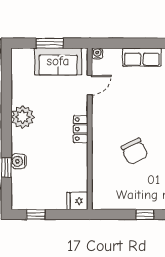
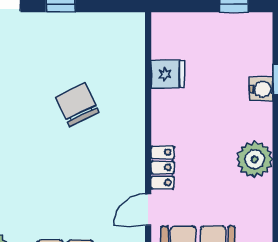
locker: (81, 129) -> (163, 167), moved
fridge: (77, 201) -> (168, 74), moved

